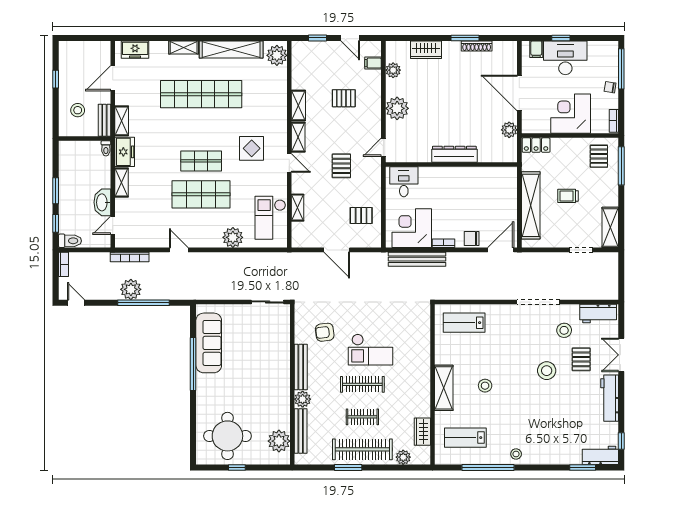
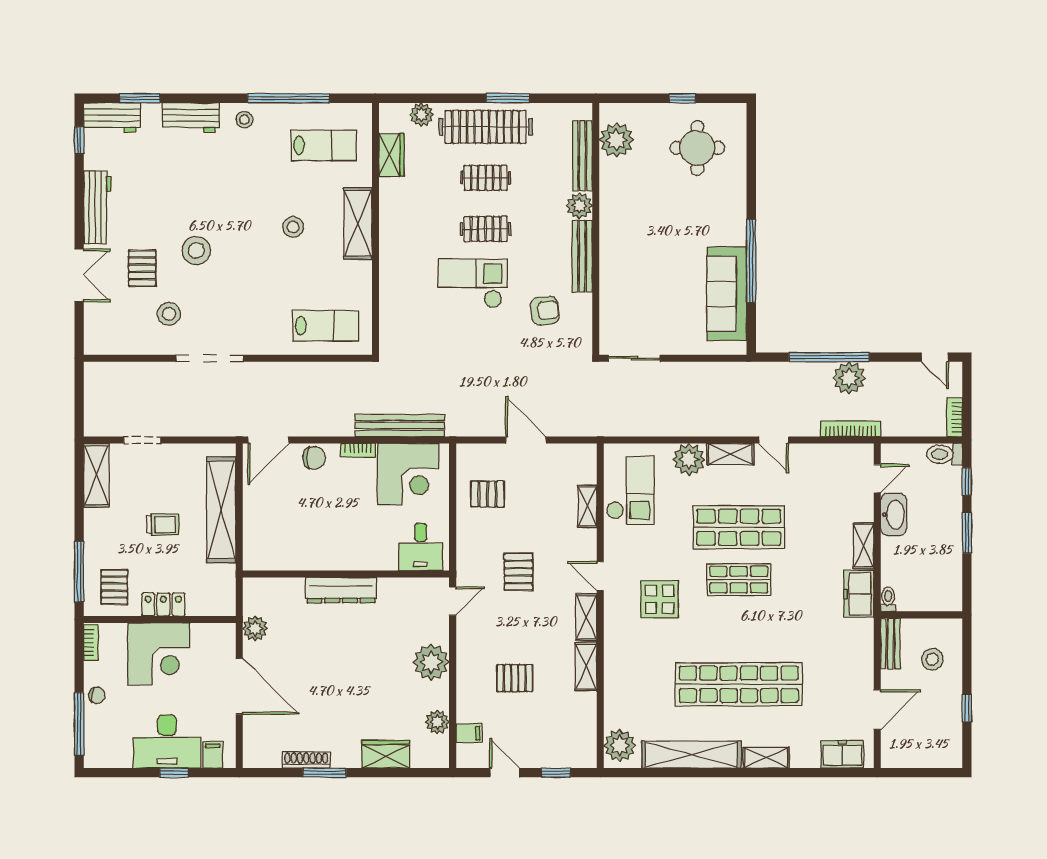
shelving: (122, 121) -> (730, 454), moved, turned 90
locker: (536, 145) -> (163, 604), moved
workbench: (598, 314) -> (191, 118), moved, turned 180
clothes rail: (362, 384) -> (486, 229), width x0.73
round table: (227, 436) -> (697, 148), width x0.73, depth x0.73

